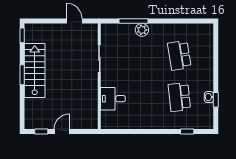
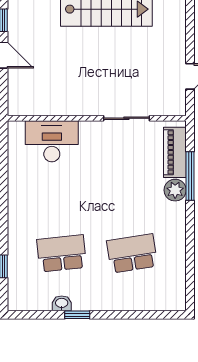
piano: (120, 30) -> (175, 152), added
desk: (113, 99) -> (52, 141), width x1.37
window: (216, 100) -> (77, 315), moved

